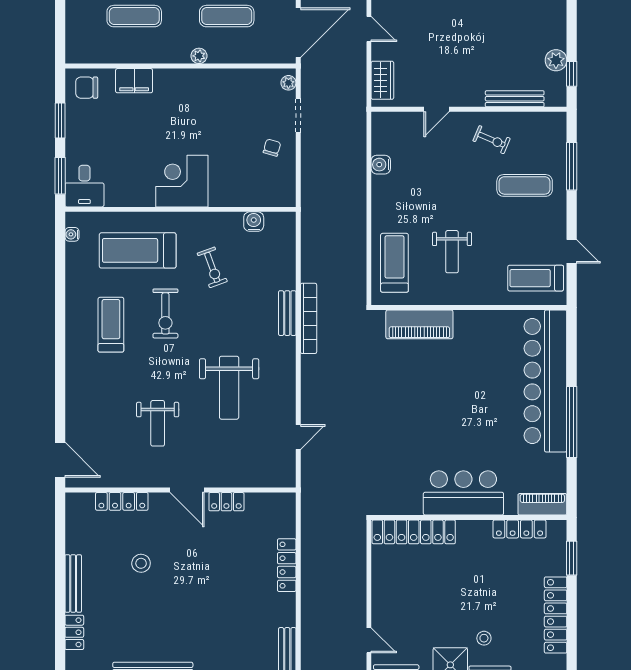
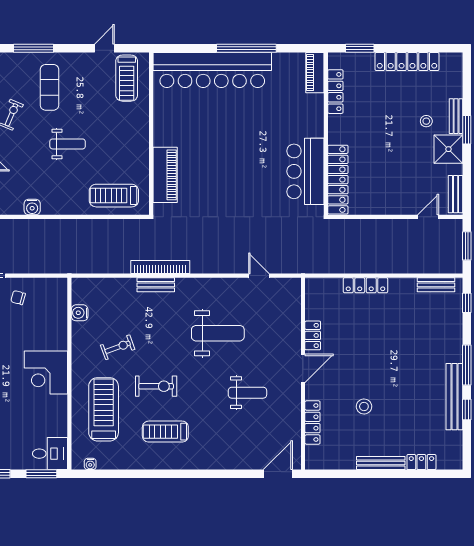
treadmill: (138, 250) -> (104, 409), turned 180
weight bench: (452, 252) -> (68, 144), moved
bar counter: (463, 493) -> (305, 171), moved

